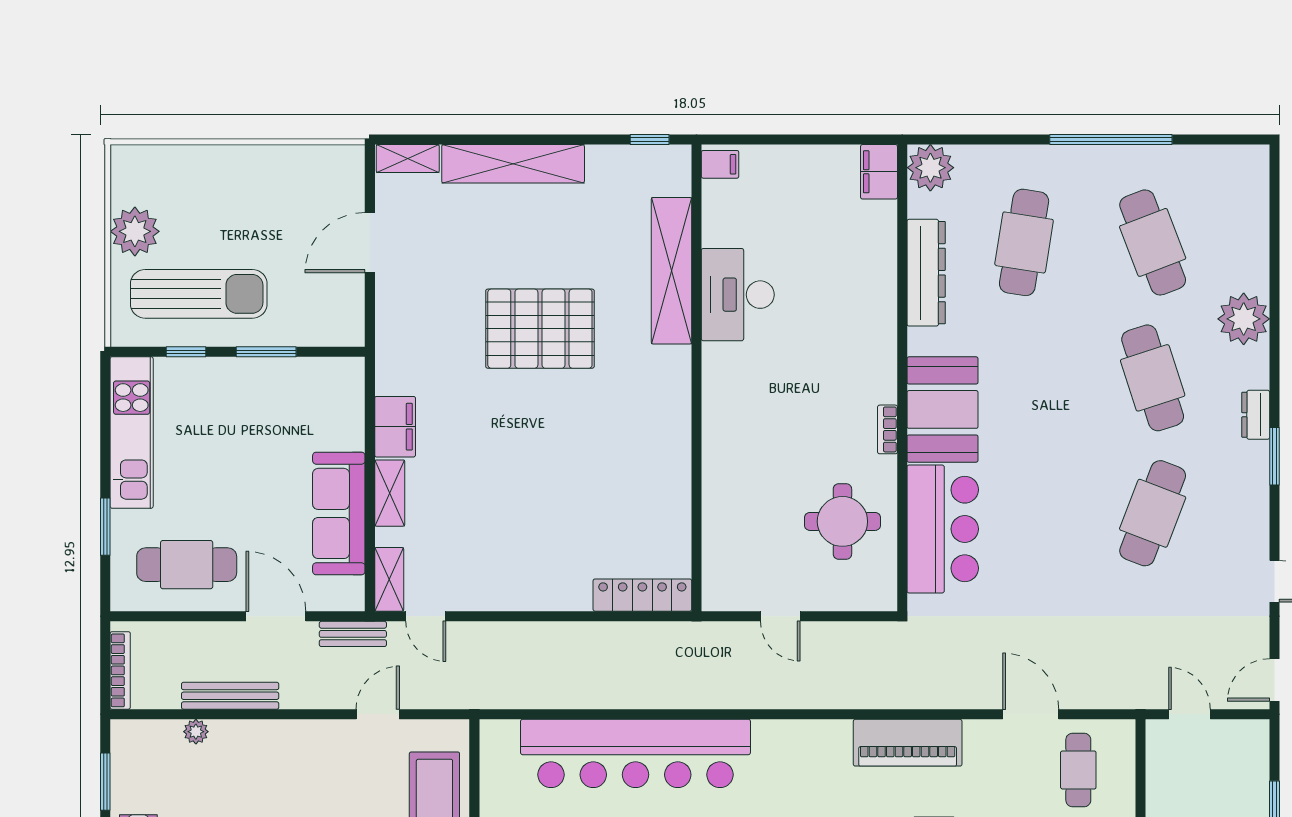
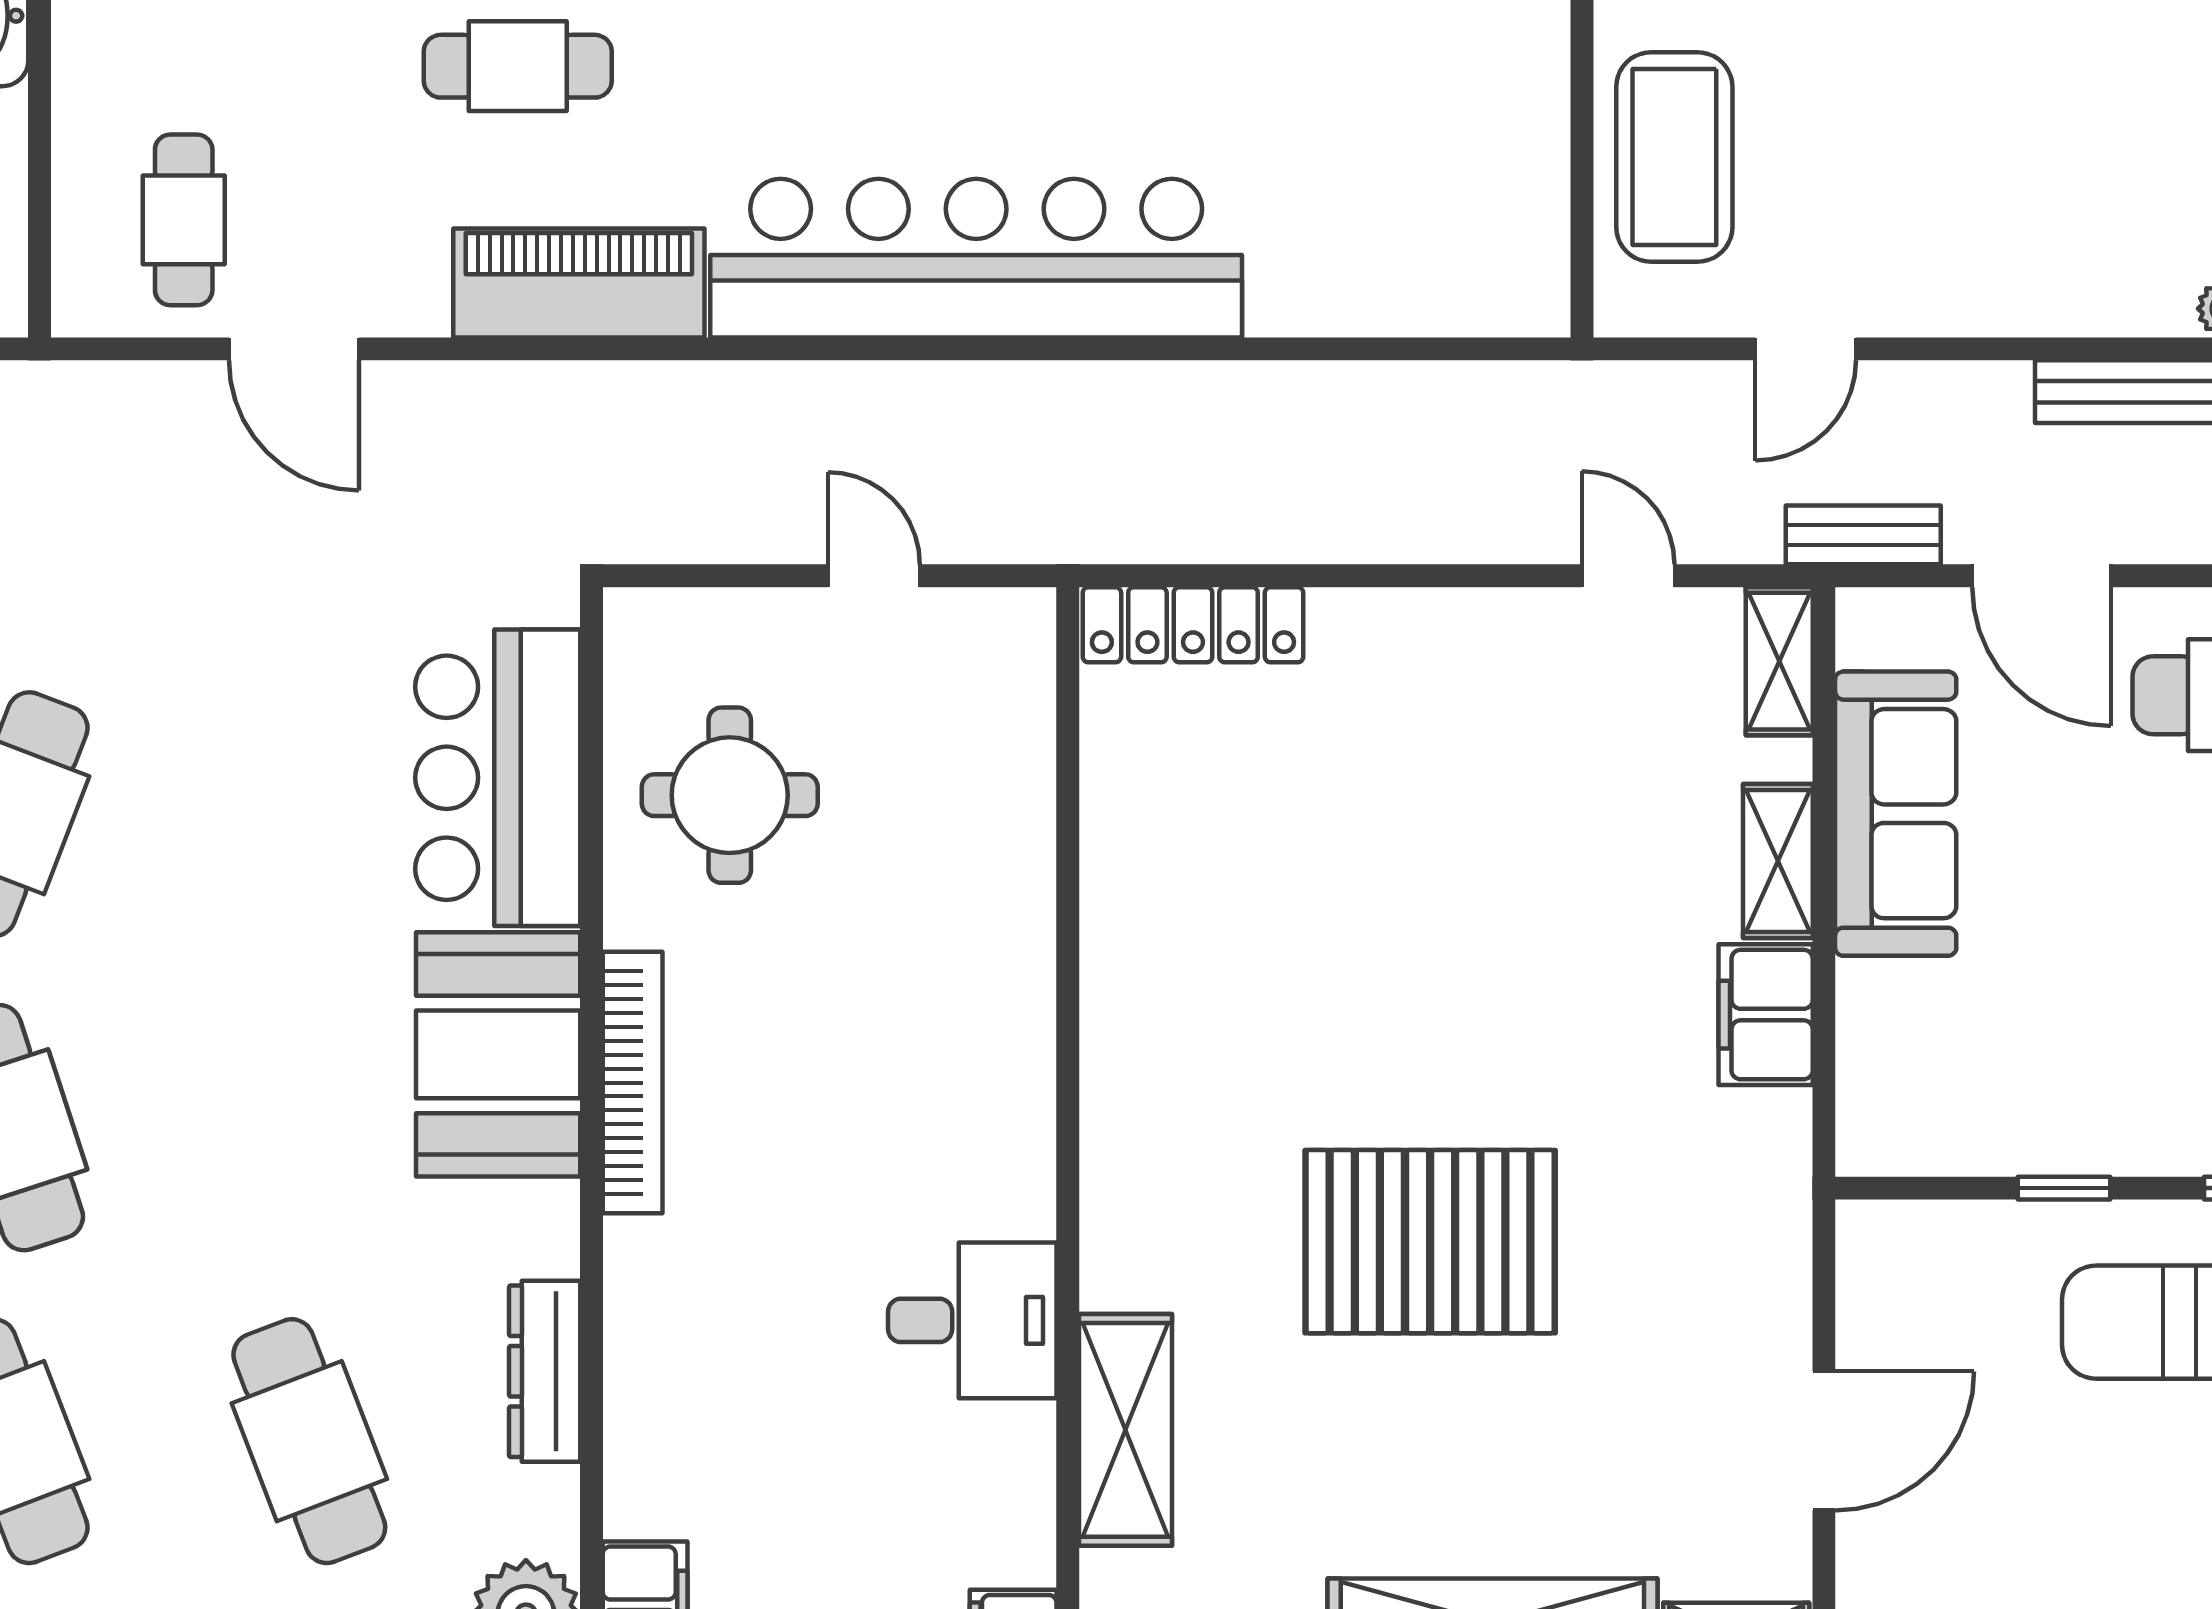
cafe table: (1024, 242) -> (309, 1441), turned -30
shelving: (672, 271) -> (1126, 1430), width x0.68
dresser: (926, 273) -> (545, 1371), width x0.73, depth x0.80
desk: (738, 295) -> (972, 1320), width x0.73
window: (266, 352) -> (2064, 1188), width x0.67
bookcase: (888, 429) -> (633, 1083), width x2.31, depth x1.31
door: (426, 616) -> (1628, 576), moved
bar counter: (635, 753) -> (976, 258), moved

